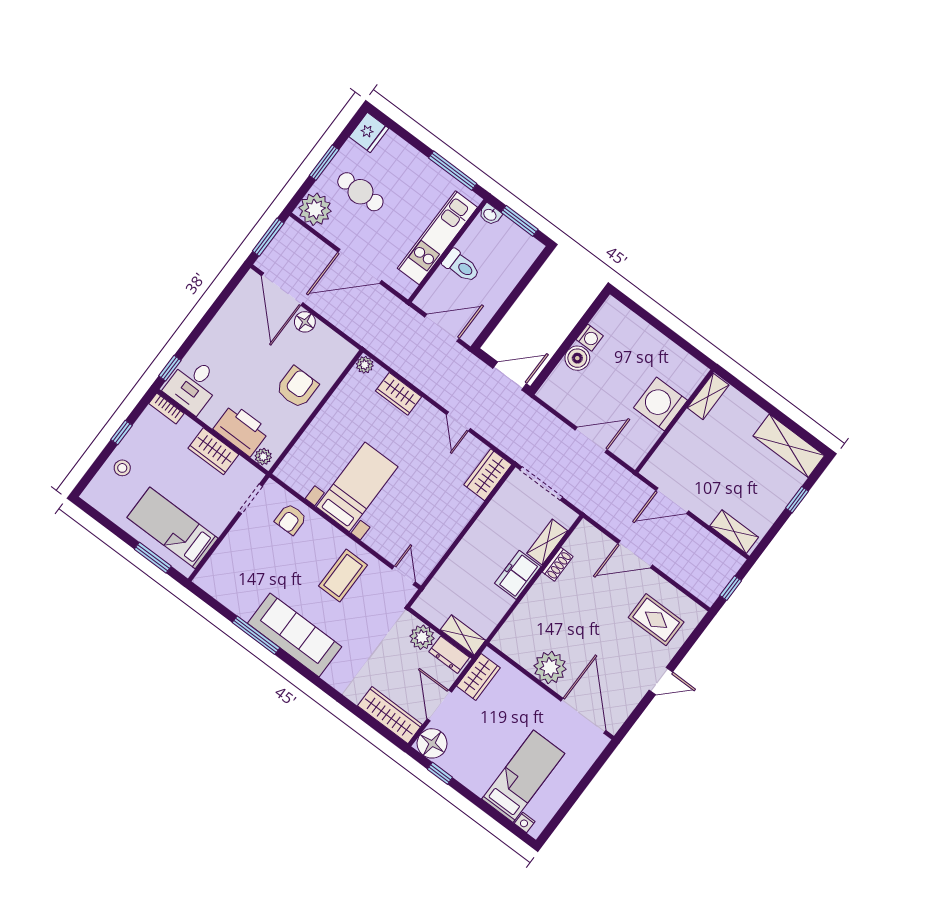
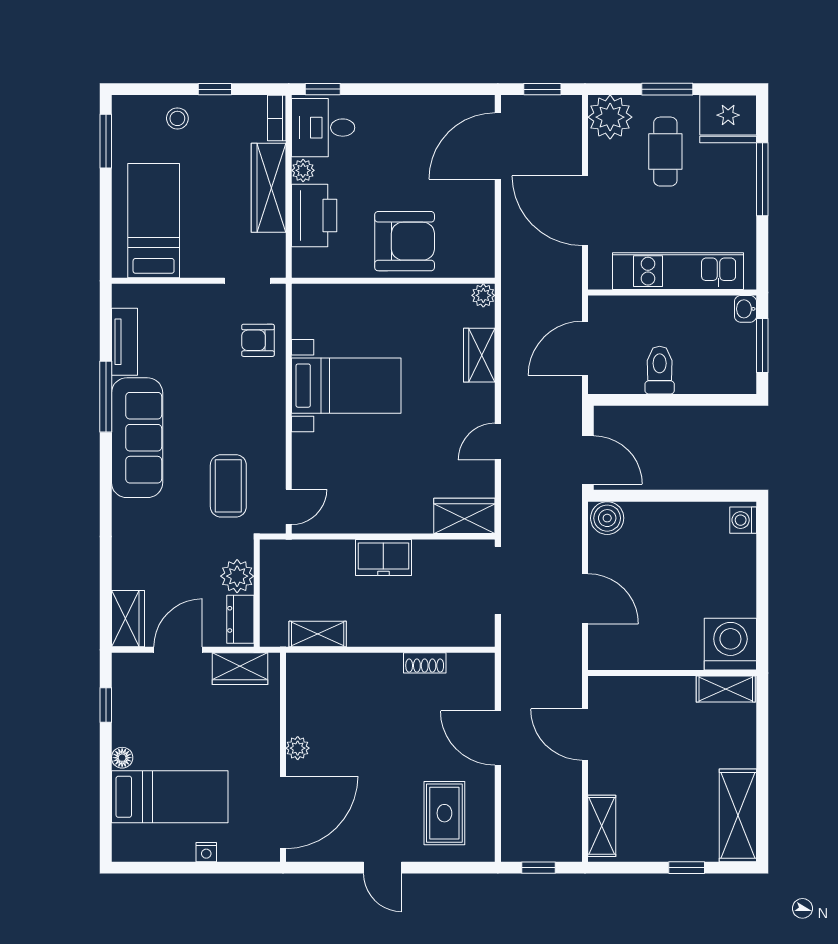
fridge: (369, 133) -> (728, 119), width x1.36, depth x1.34
window: (453, 171) -> (762, 179), moved
window: (268, 237) -> (542, 89), width x0.67
toilet: (461, 266) -> (660, 370), moved, turned 180
floor lamp: (305, 322) -> (481, 197), removed
door: (442, 328) -> (585, 348), swing flipped
washing machine: (590, 338) -> (743, 520), moved, turned 90
boiler: (577, 358) -> (607, 518), moved
armchair: (297, 387) -> (405, 241), width x1.36, depth x1.36
washing machine: (660, 404) -> (730, 644), moved
wardrobe: (213, 451) -> (269, 188), width x1.50
plant: (263, 457) -> (303, 170), moved
shelving: (547, 542) -> (440, 634), removed
window: (153, 558) -> (106, 141), moved
coffee table: (343, 575) -> (228, 486), moved, turned 90
freezer: (518, 575) -> (383, 557), moved, turned 180
tv unit: (232, 600) -> (124, 342), added
shelving: (463, 635) -> (318, 634), moved, turned 90
plant: (550, 667) -> (298, 748), width x0.53, depth x0.53
wardrobe: (390, 715) -> (128, 619), width x0.67
floor lamp: (432, 743) -> (122, 758), moved, width x0.53, depth x0.53
nightstand: (525, 822) -> (206, 852), moved, turned -90

